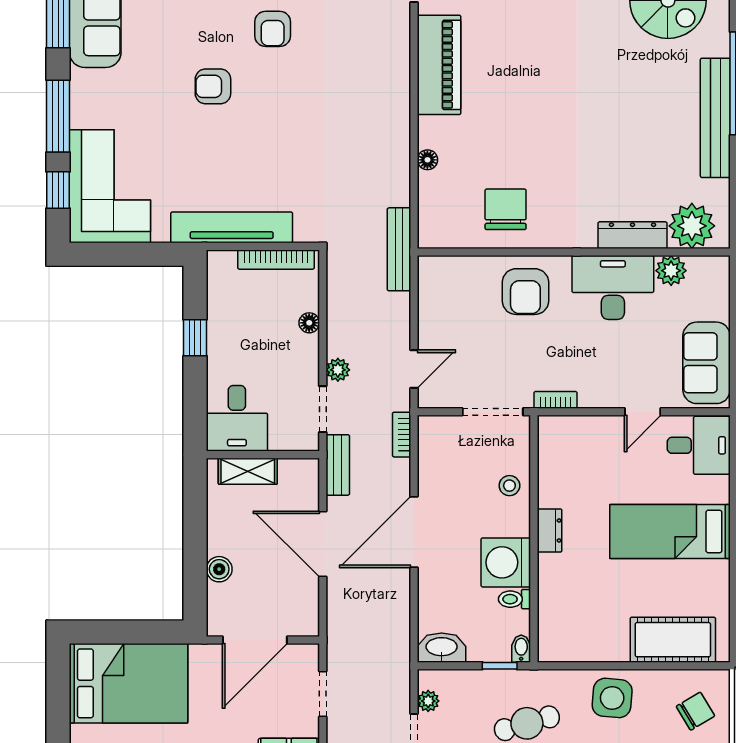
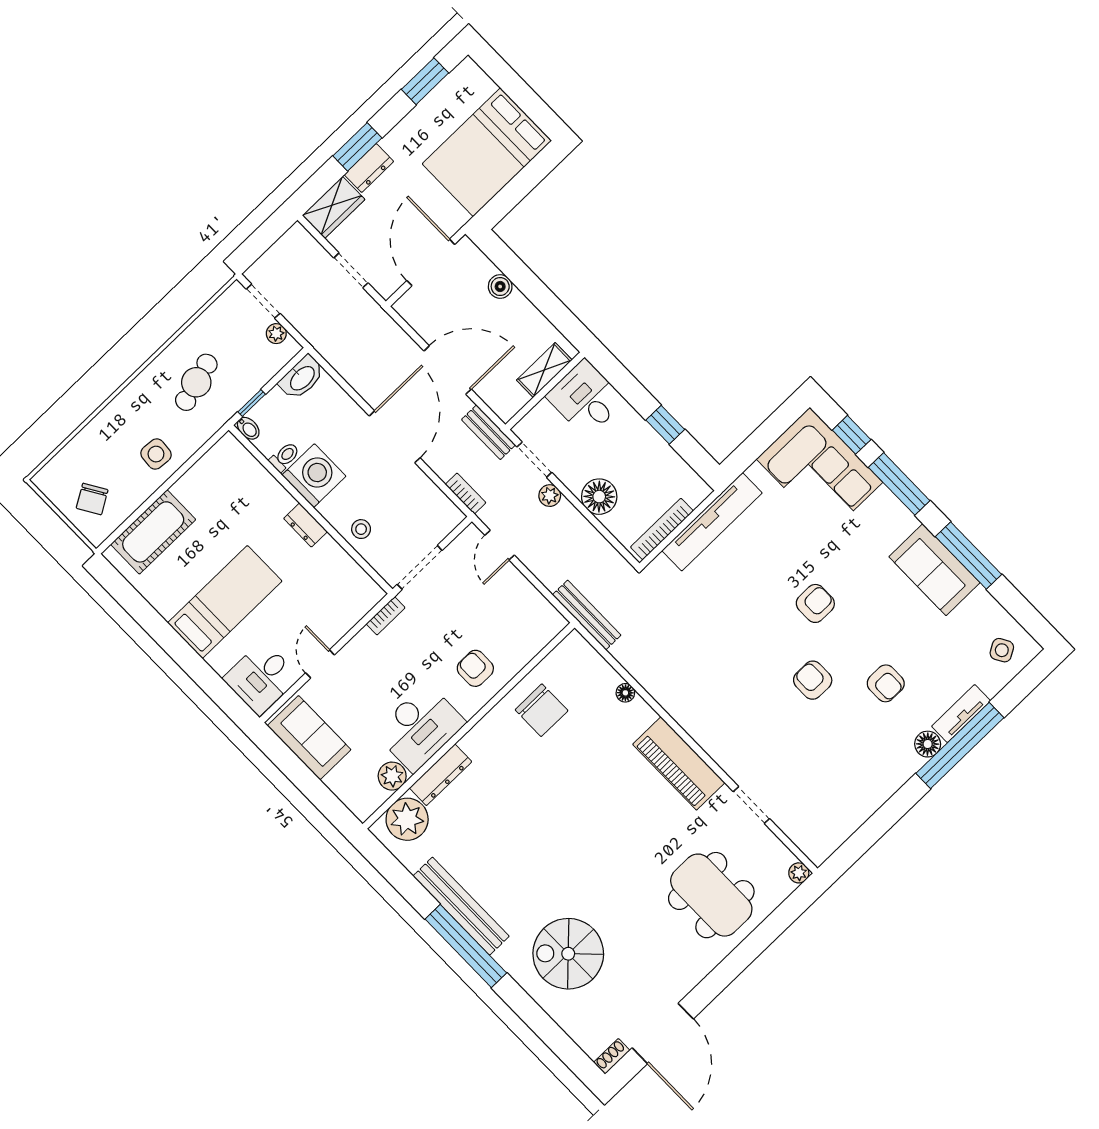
armchair: (525, 292) -> (475, 668), width x0.72, depth x0.72
floor lamp: (309, 323) -> (599, 497), width x1.89, depth x1.89
side table: (612, 698) -> (156, 454), width x0.73, depth x0.73

